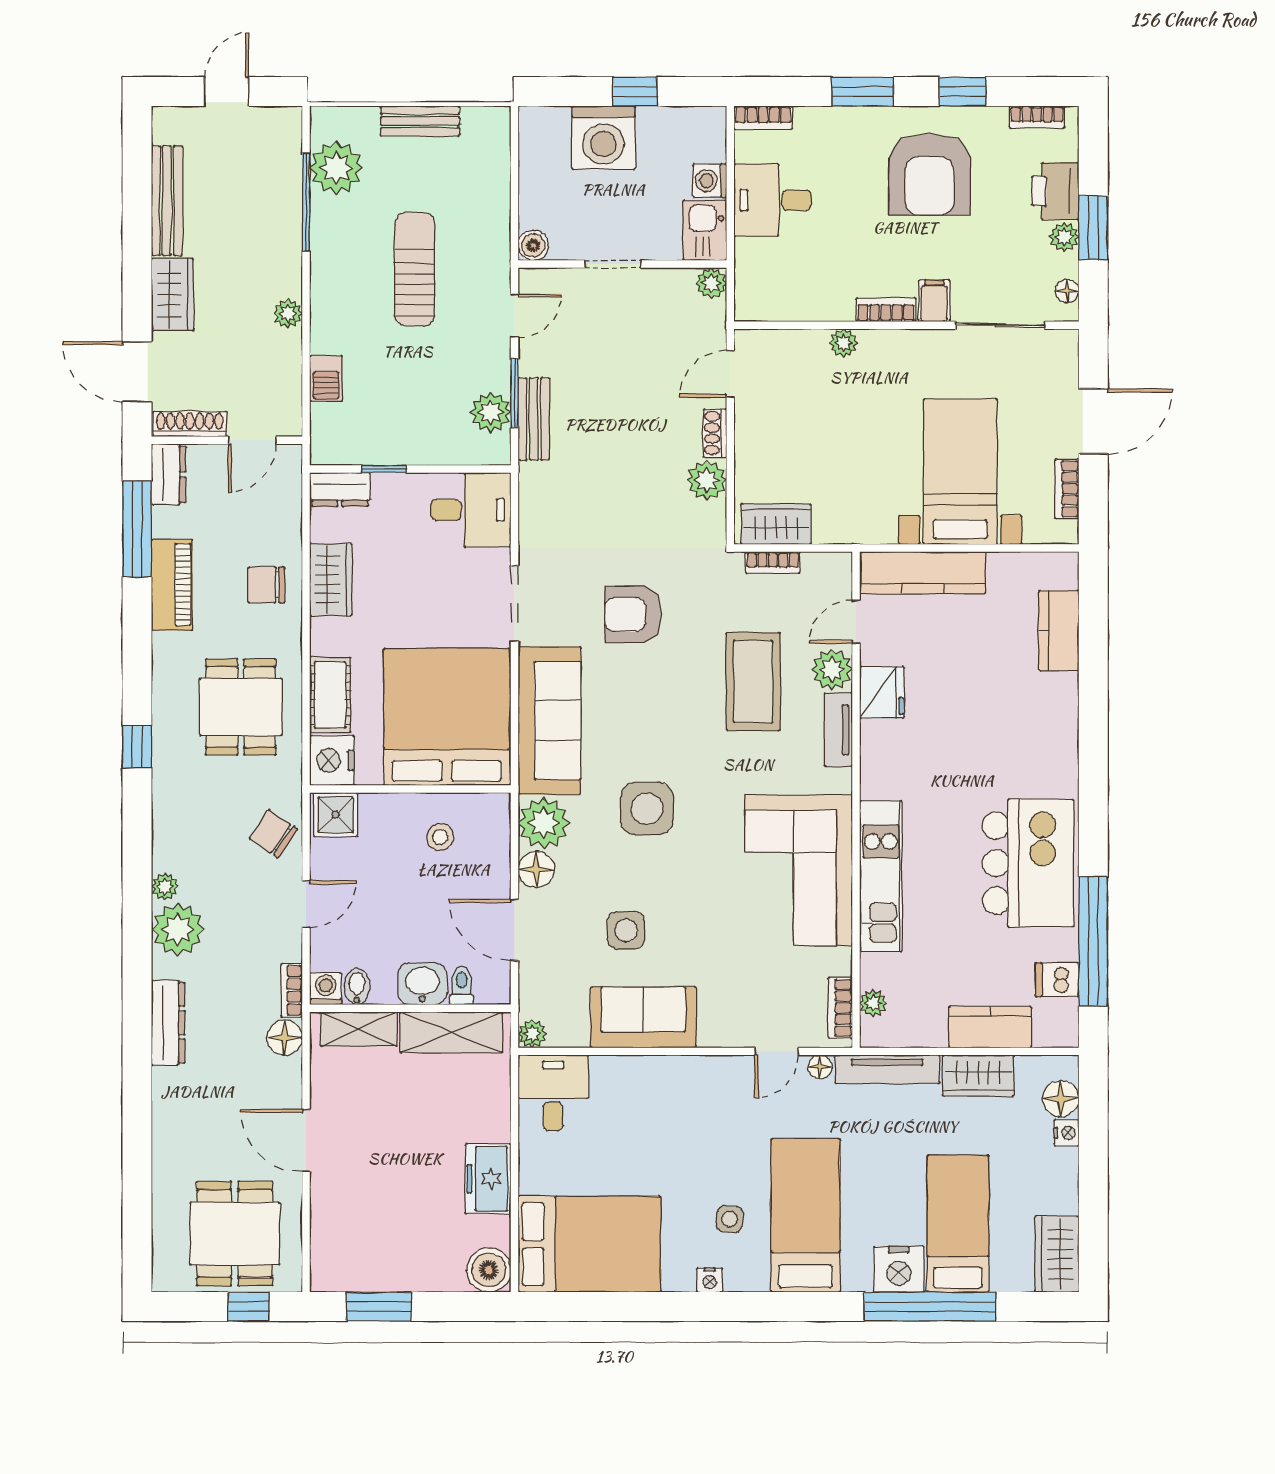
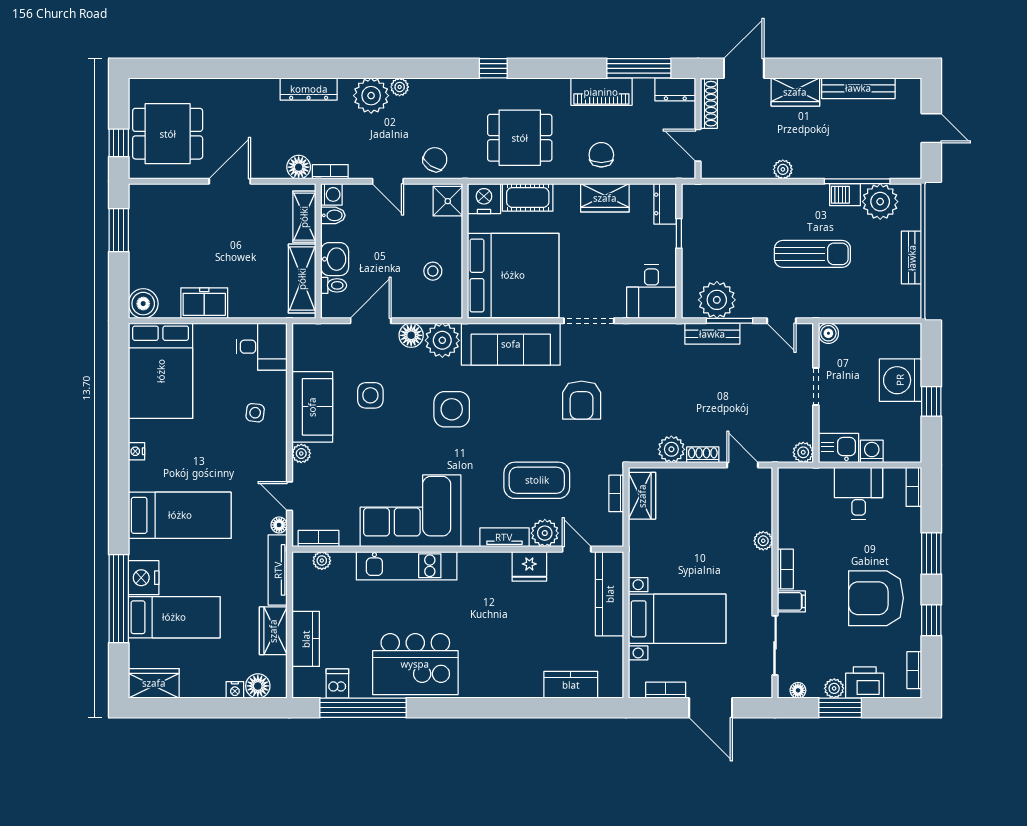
barbecue: (326, 378) -> (845, 195), moved
plant: (491, 412) -> (717, 300), width x1.36, depth x1.36
armchair: (633, 615) -> (582, 400), turned 180
plant: (532, 1034) -> (301, 453), moved
side table: (730, 1219) -> (255, 413), moved

